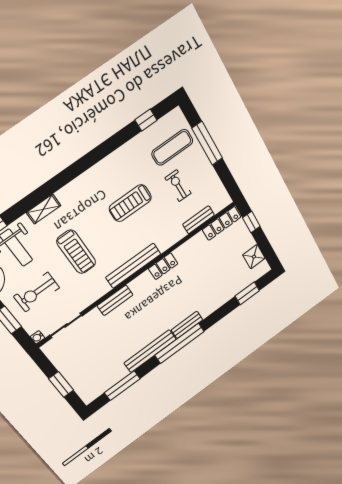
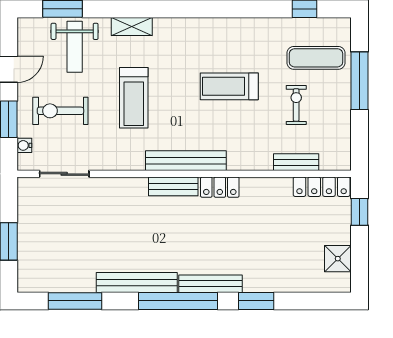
window: (247, 293) -> (256, 301), moved
bench: (115, 300) -> (173, 186), moved
bench: (187, 325) -> (210, 284), width x1.36
water cooler: (38, 337) -> (24, 145), moved

